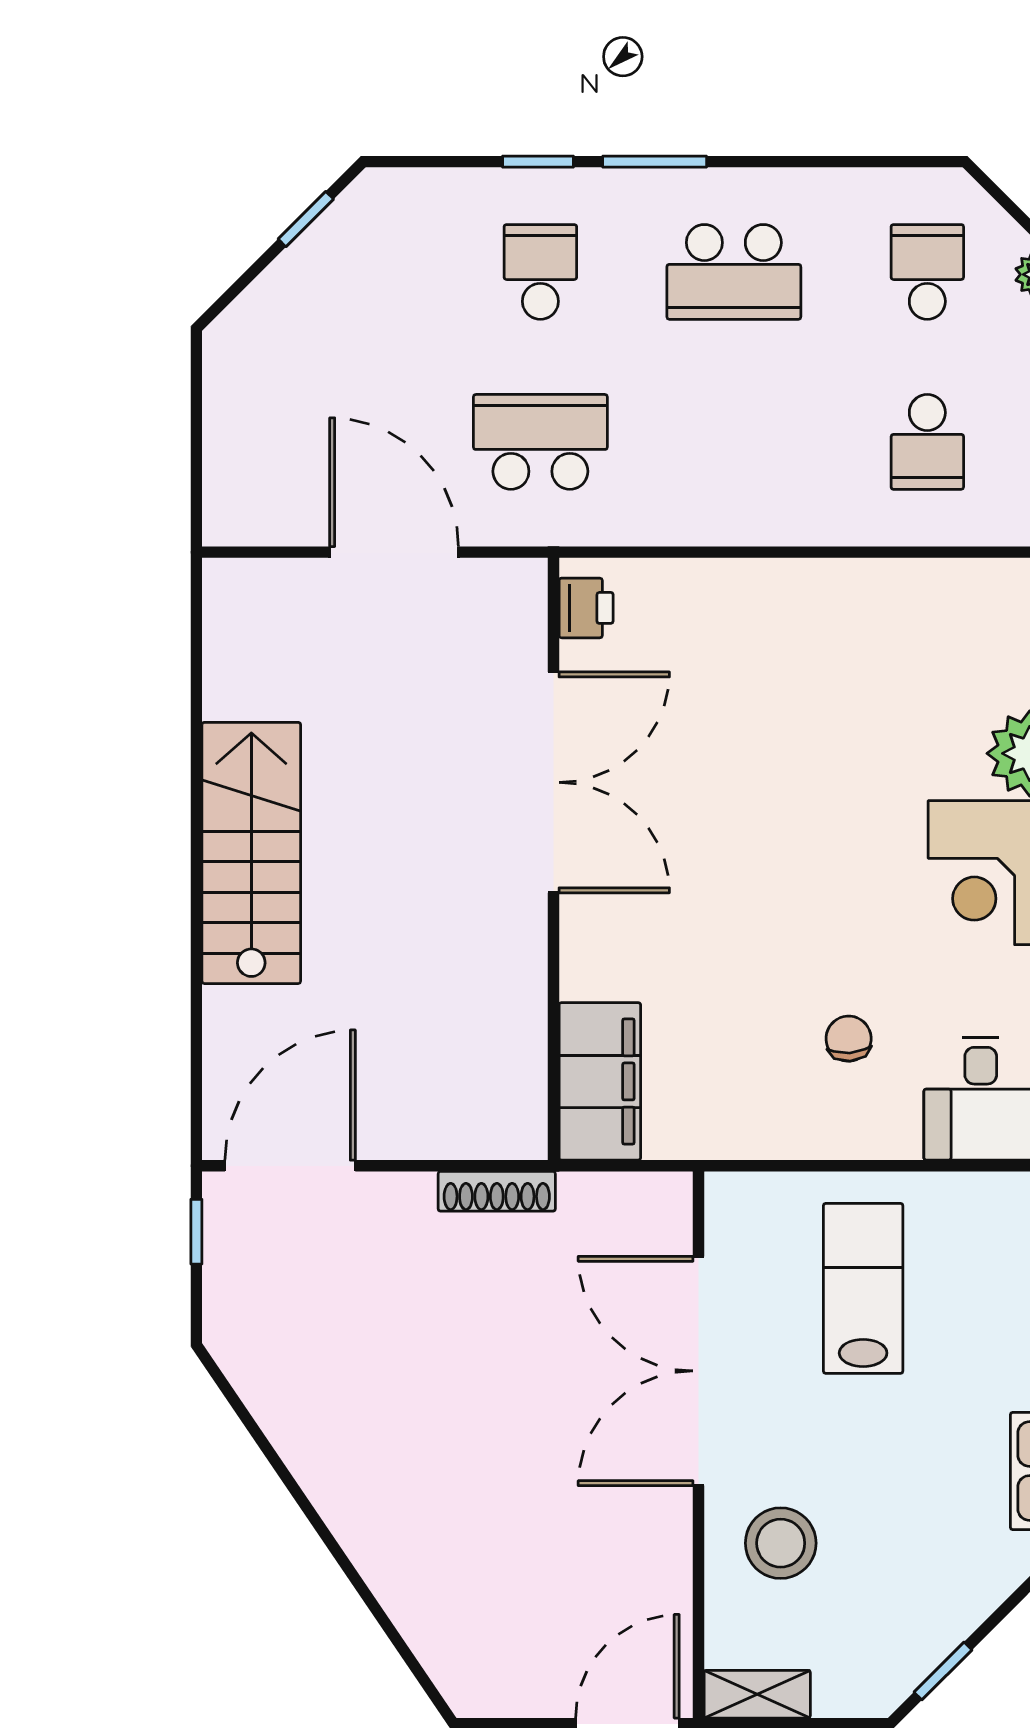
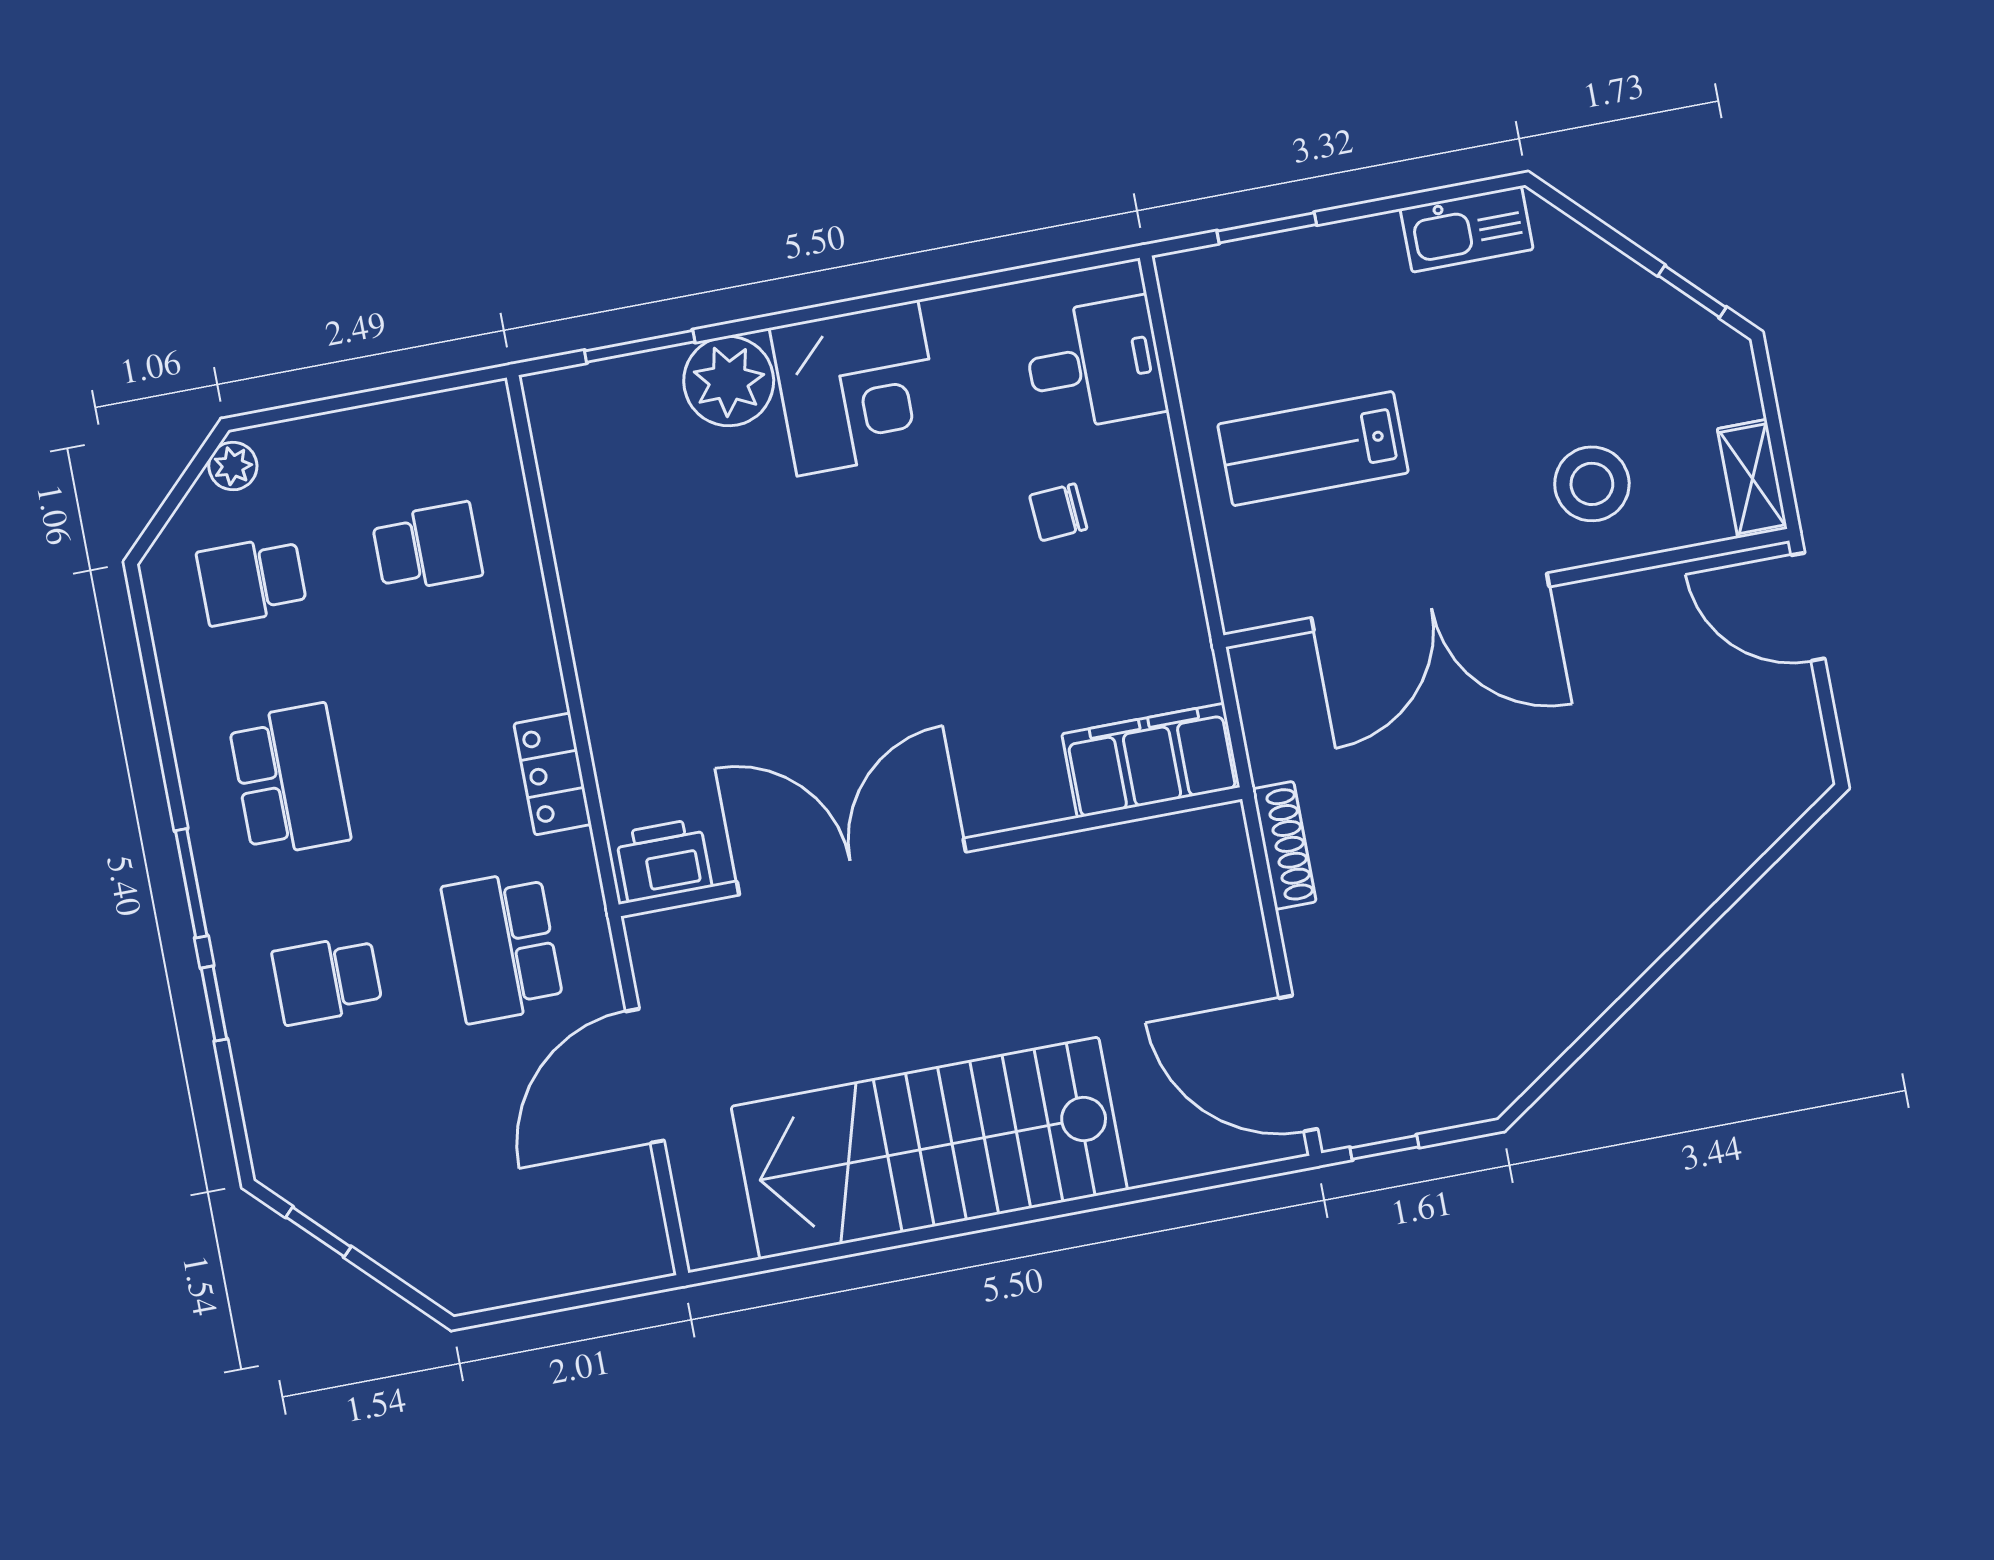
locker: (693, 519) -> (553, 774), added
printer: (586, 608) -> (664, 860), width x1.36, depth x1.24
stairs: (251, 853) -> (929, 1148), width x1.36, depth x1.51

